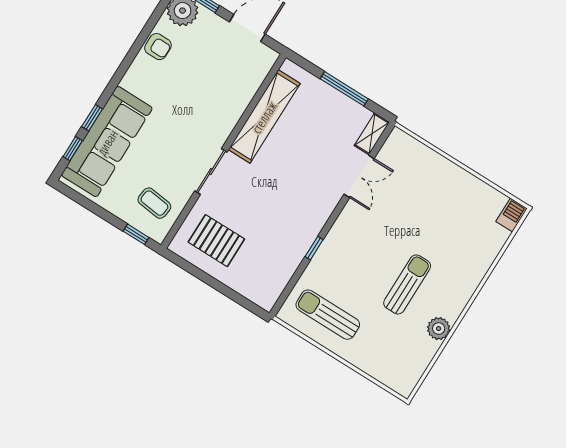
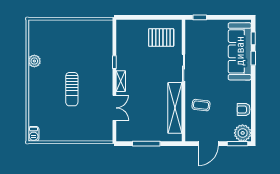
shelving: (372, 134) -> (121, 81), moved
double door: (359, 176) -> (114, 108), swing flipped
coffee table: (154, 203) -> (201, 105), moved
sun lounger: (407, 284) -> (72, 89), moved
sun lounger: (328, 315) -> (89, 36), removed

